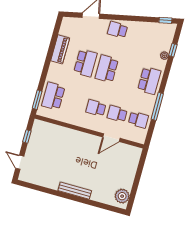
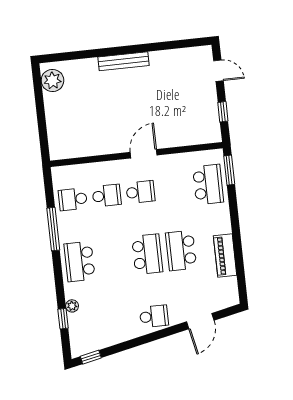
door: (111, 138) -> (144, 154), moved

